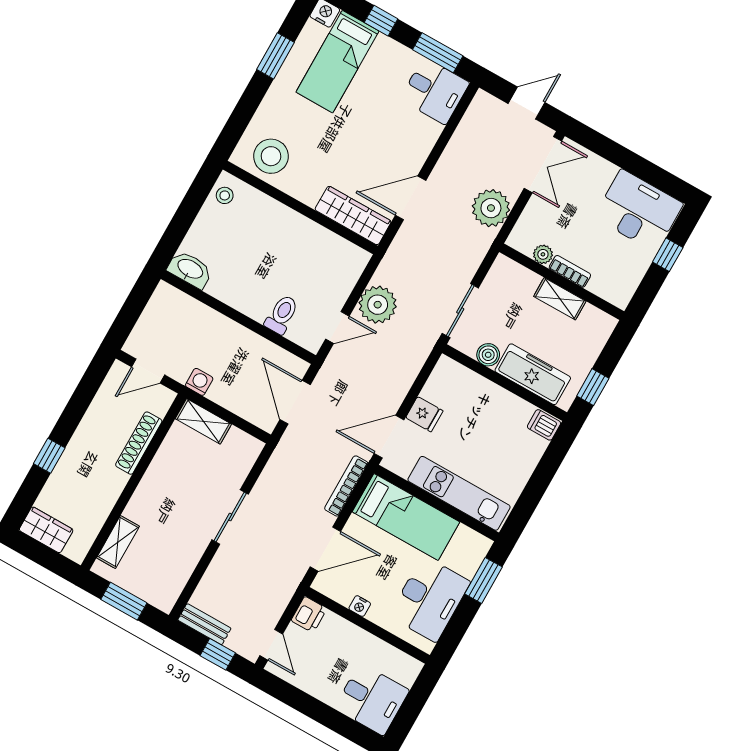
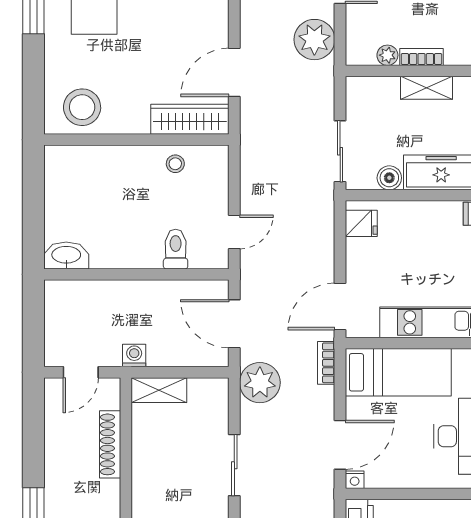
stool: (225, 195) -> (175, 164), moved
plant: (378, 305) -> (260, 383), moved
fridge: (424, 414) -> (361, 223), moved
bookcase: (346, 486) -> (326, 363), width x0.64
nightstand: (360, 606) -> (355, 480), moved

